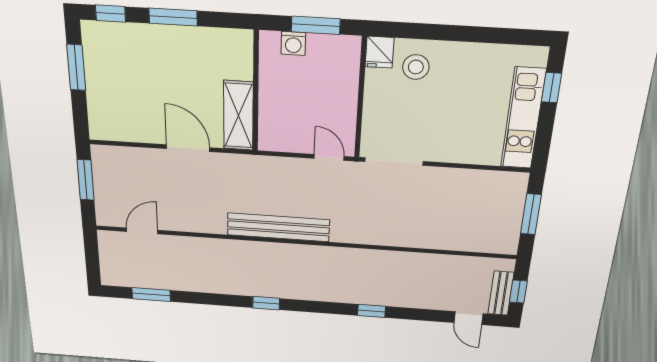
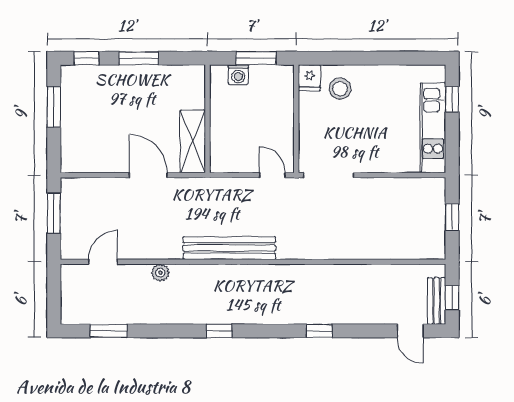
window: (531, 214) -> (452, 217), width x0.67
plant: (204, 246) -> (160, 273), added

